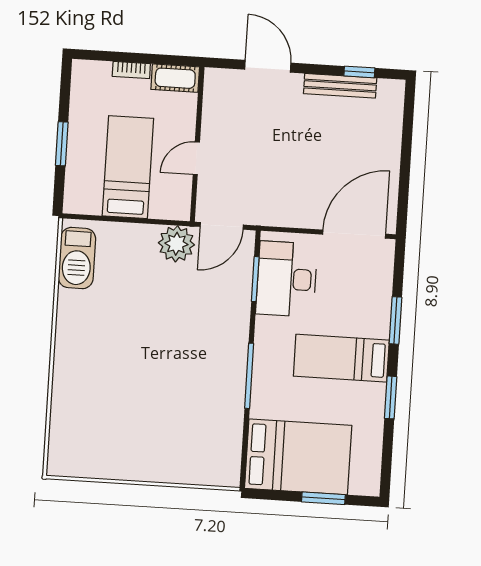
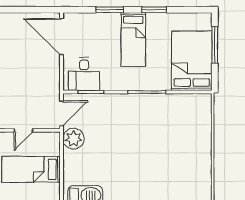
door: (196, 158) -> (23, 130), hinge flipped
door: (222, 226) -> (61, 113), hinge flipped
desk: (287, 279) -> (84, 74), width x0.73
window: (323, 498) -> (215, 45), width x1.44

